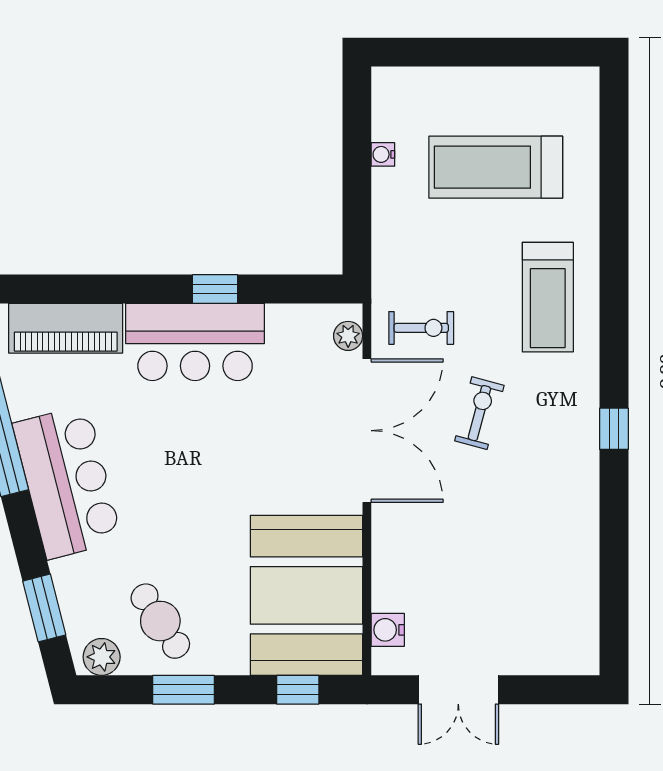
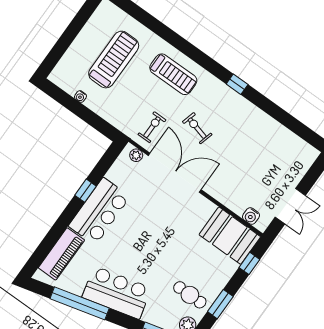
treadmill: (496, 167) -> (114, 60), turned 180
booth: (306, 595) -> (230, 236), width x0.73, depth x0.70
cafe table: (160, 621) -> (190, 295), turned 33

